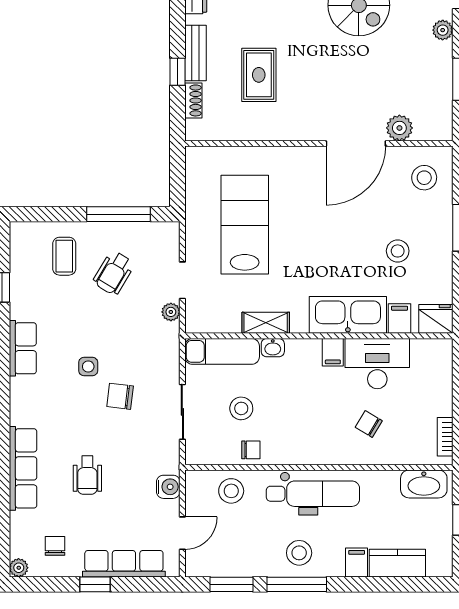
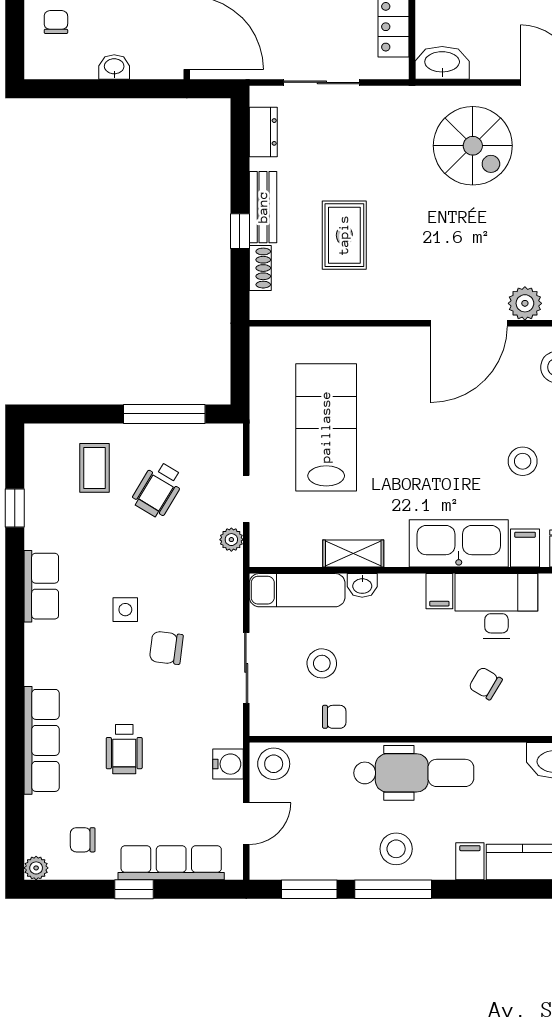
stool: (231, 491) -> (274, 764), moved
chair: (55, 546) -> (83, 840), turned -90

